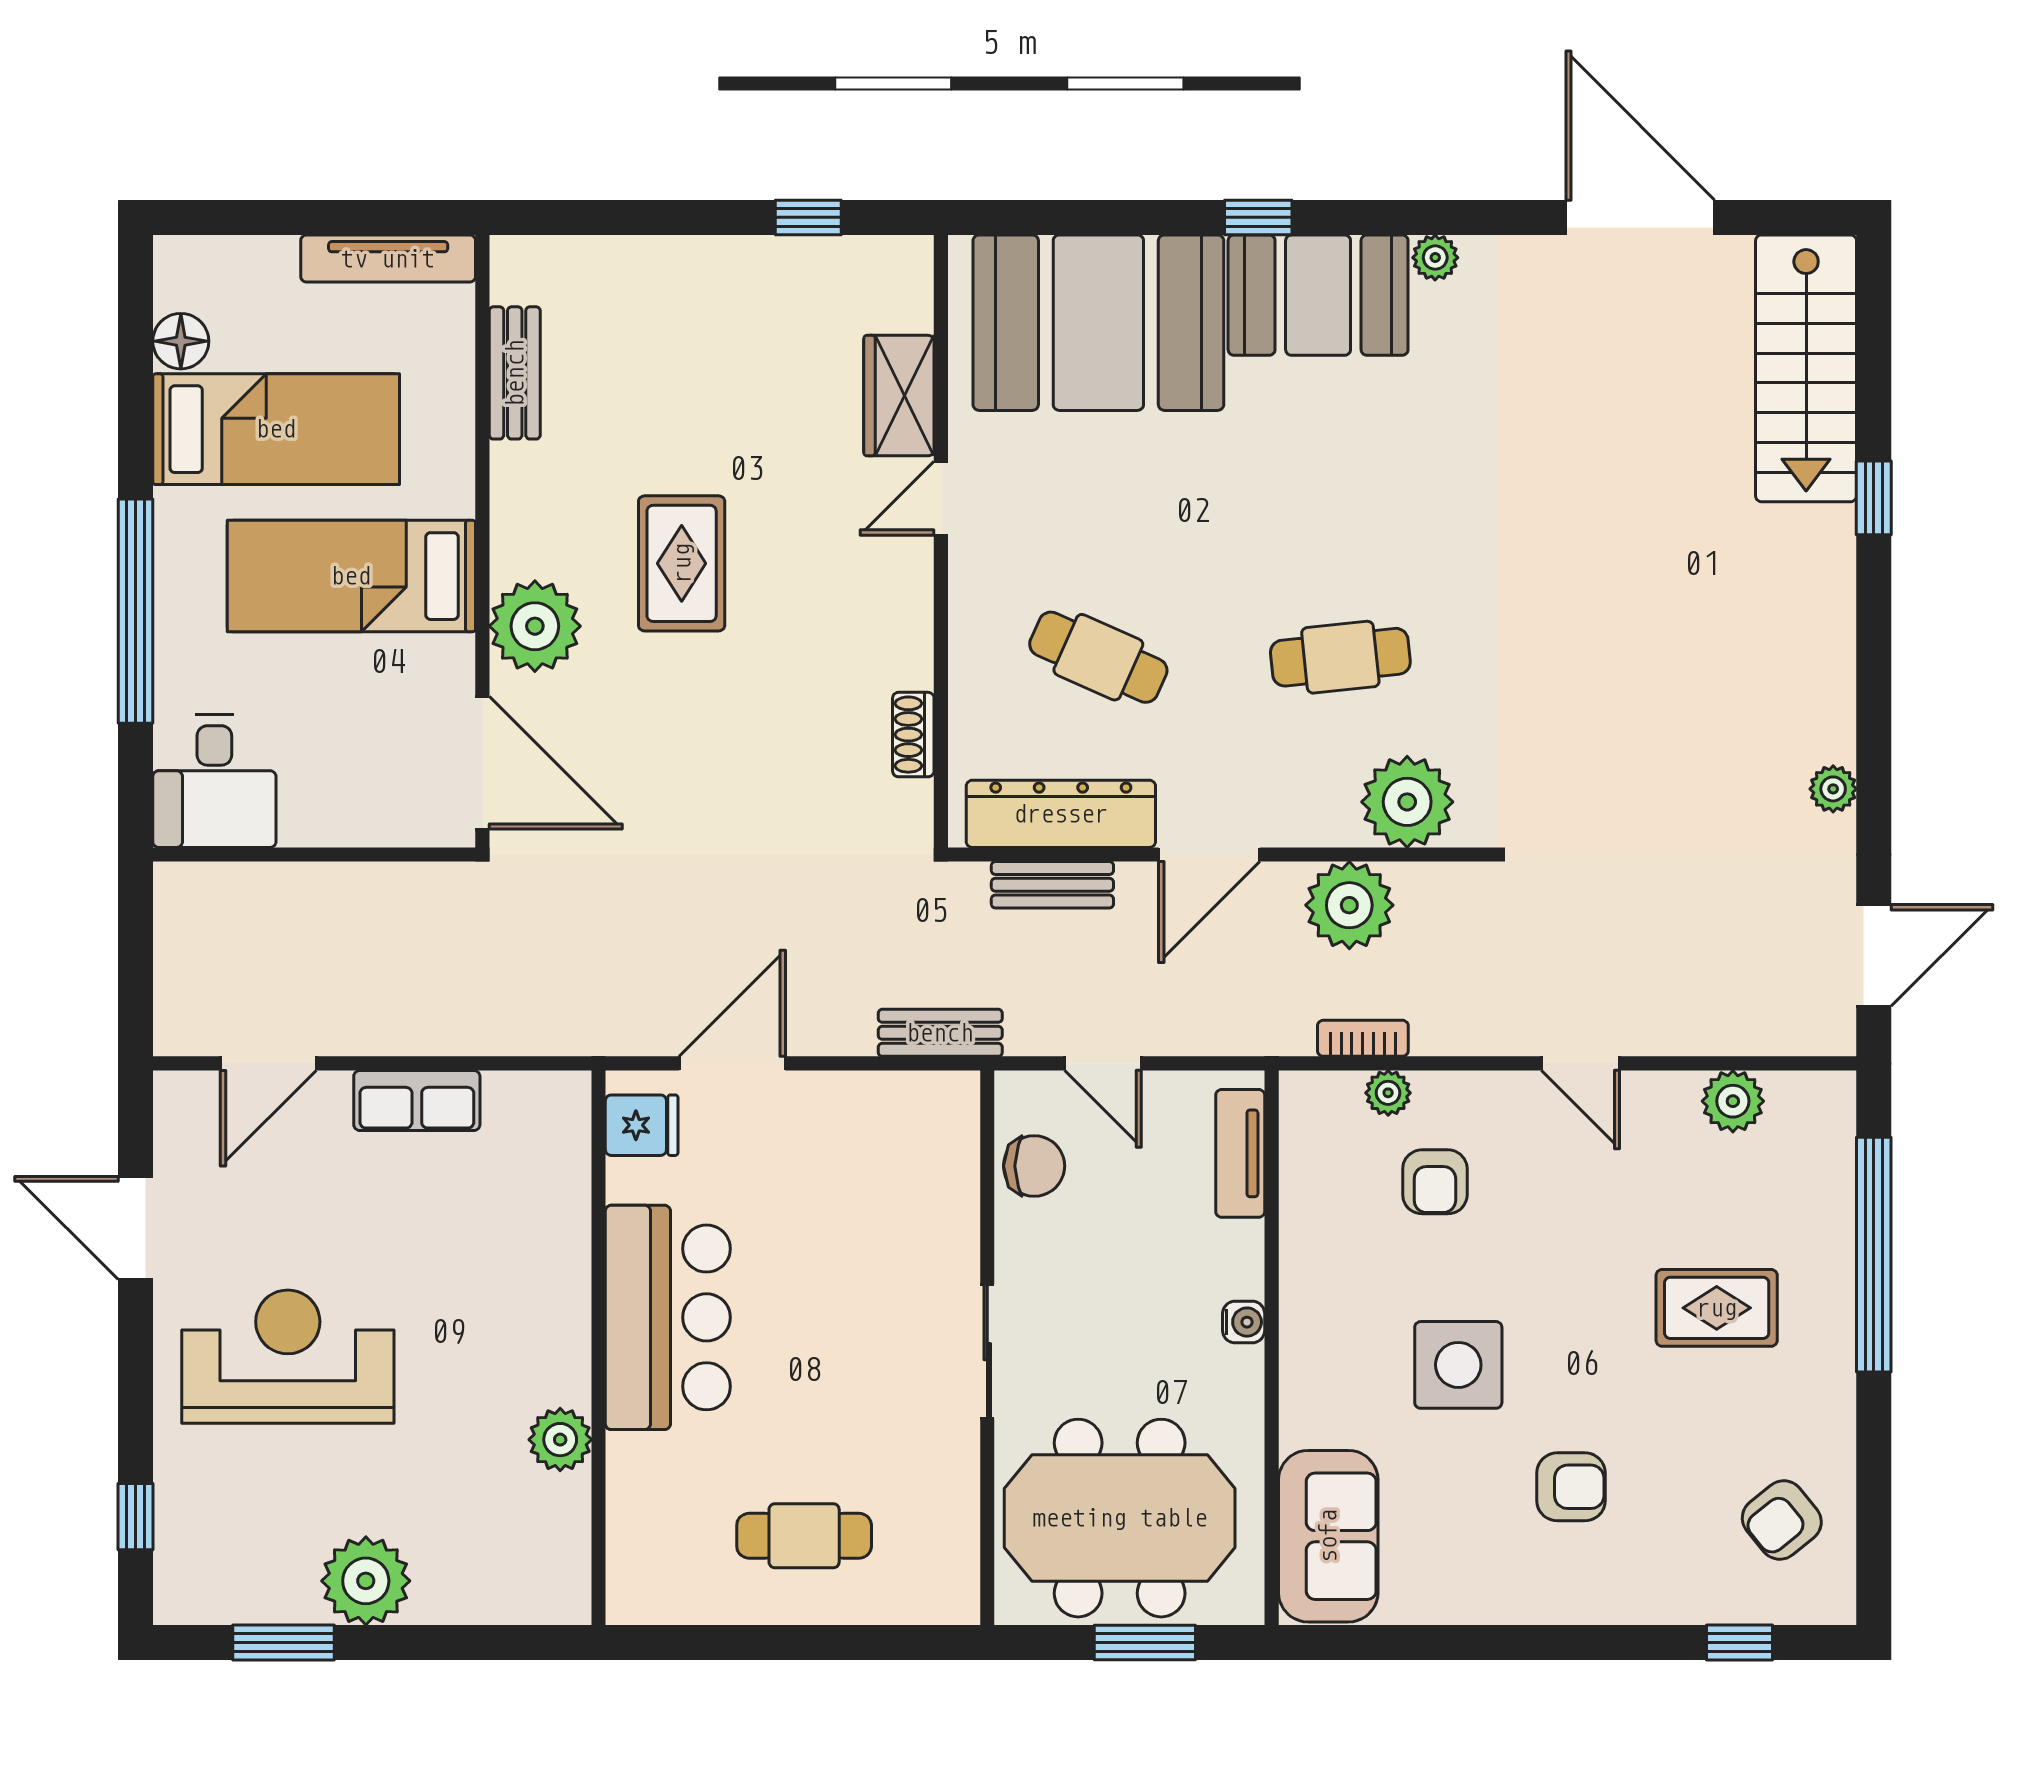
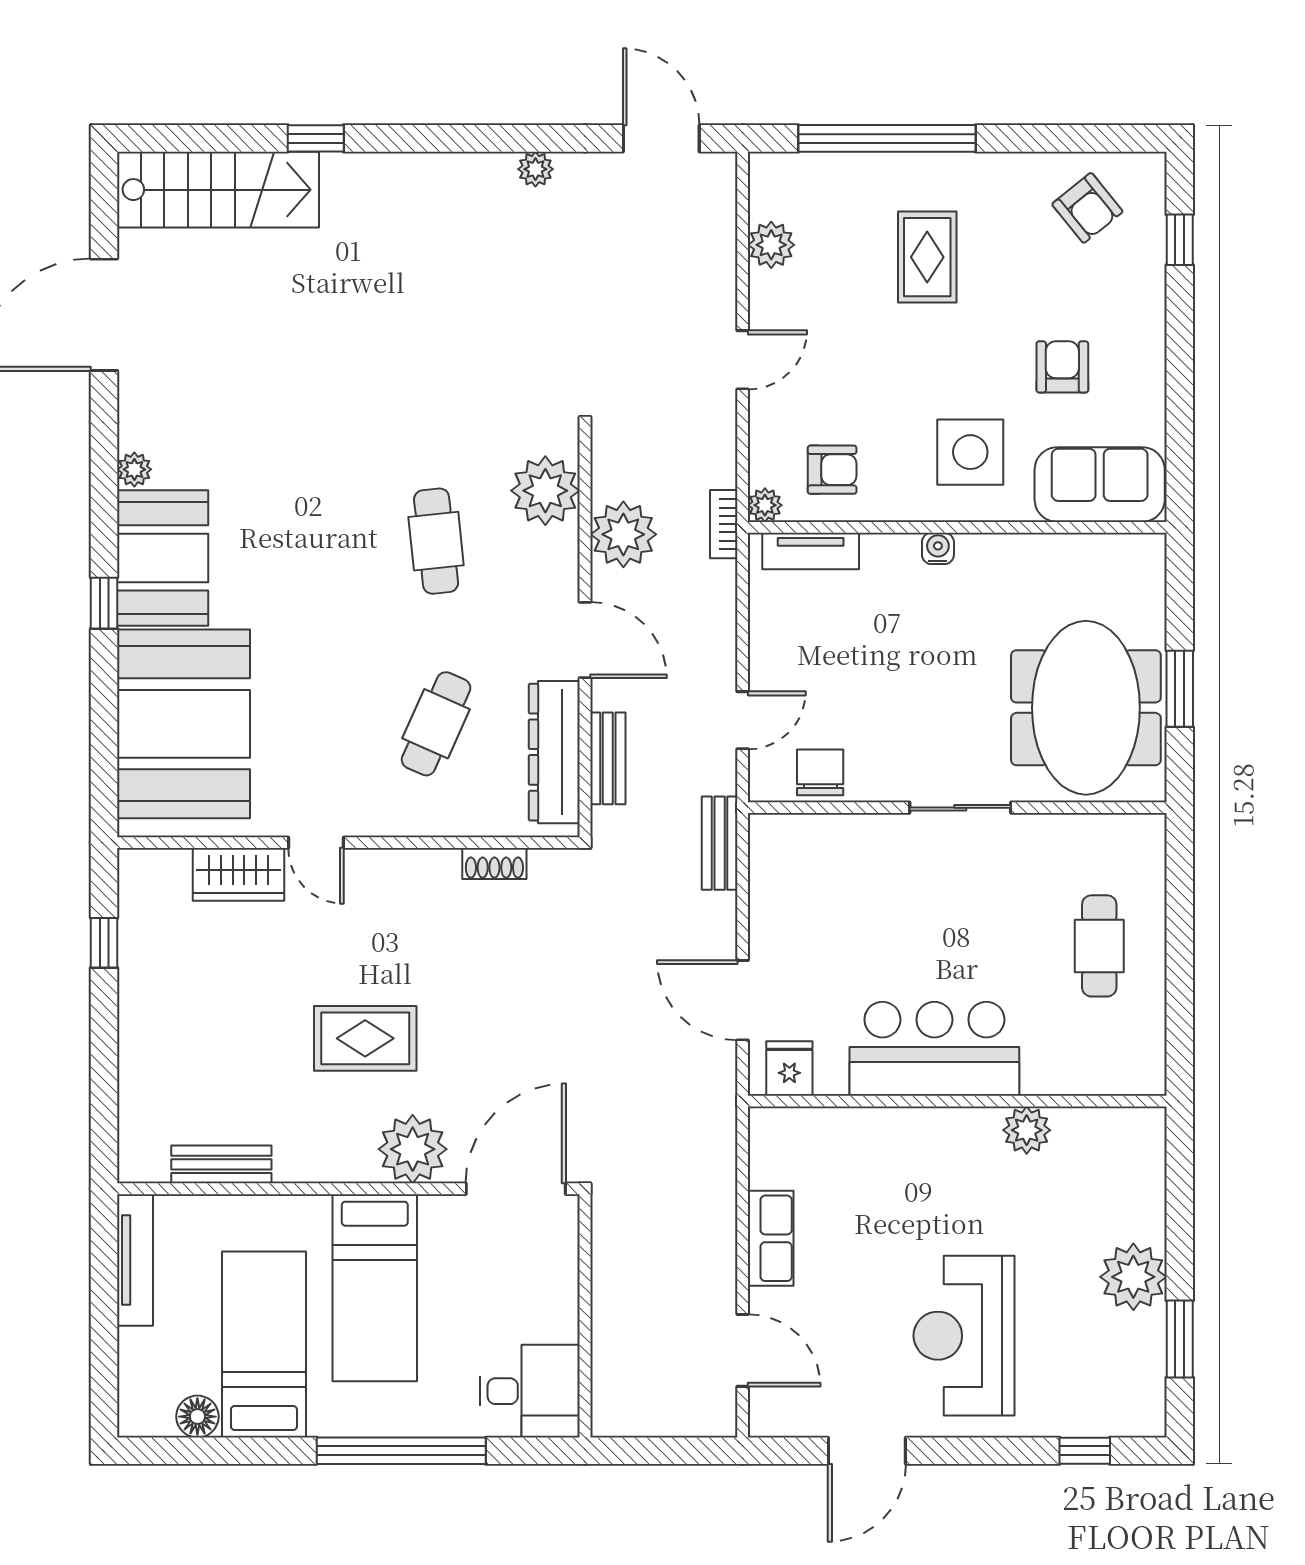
tv unit: (1240, 1153) -> (811, 551), moved
water cooler: (1244, 1322) -> (938, 548), moved
wall: (1272, 1348) -> (957, 527), moved
sofa: (1328, 1536) -> (1100, 485), moved

